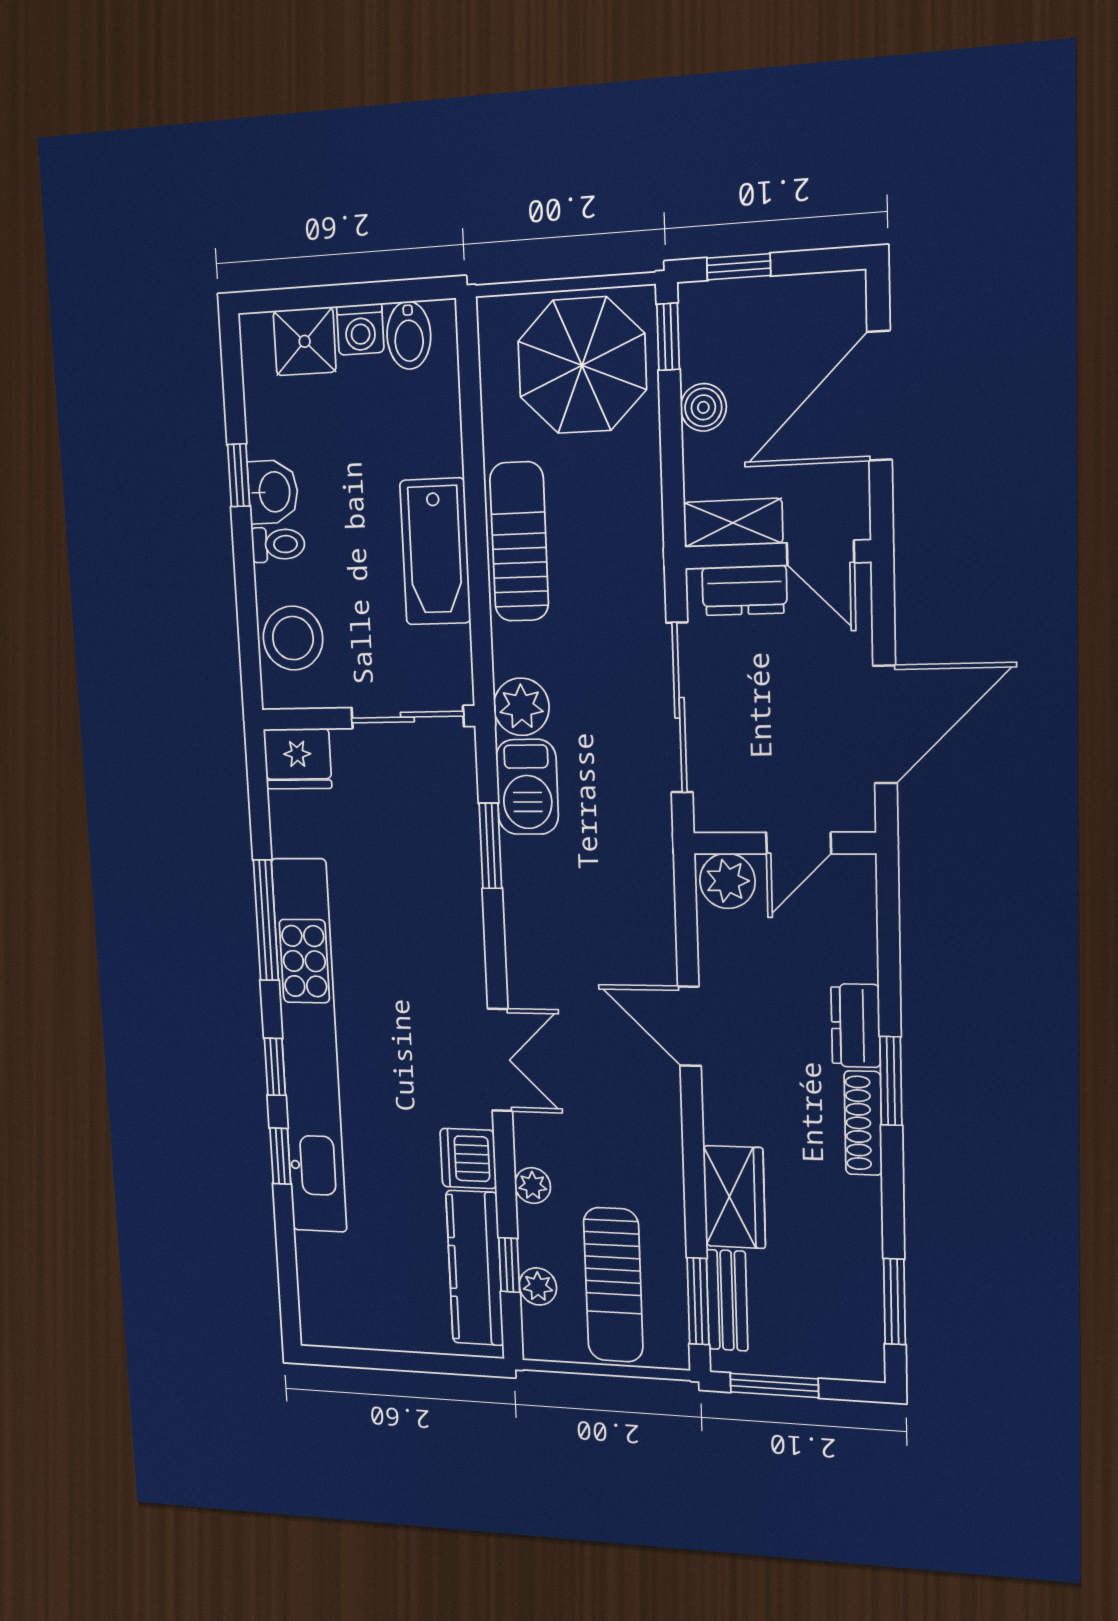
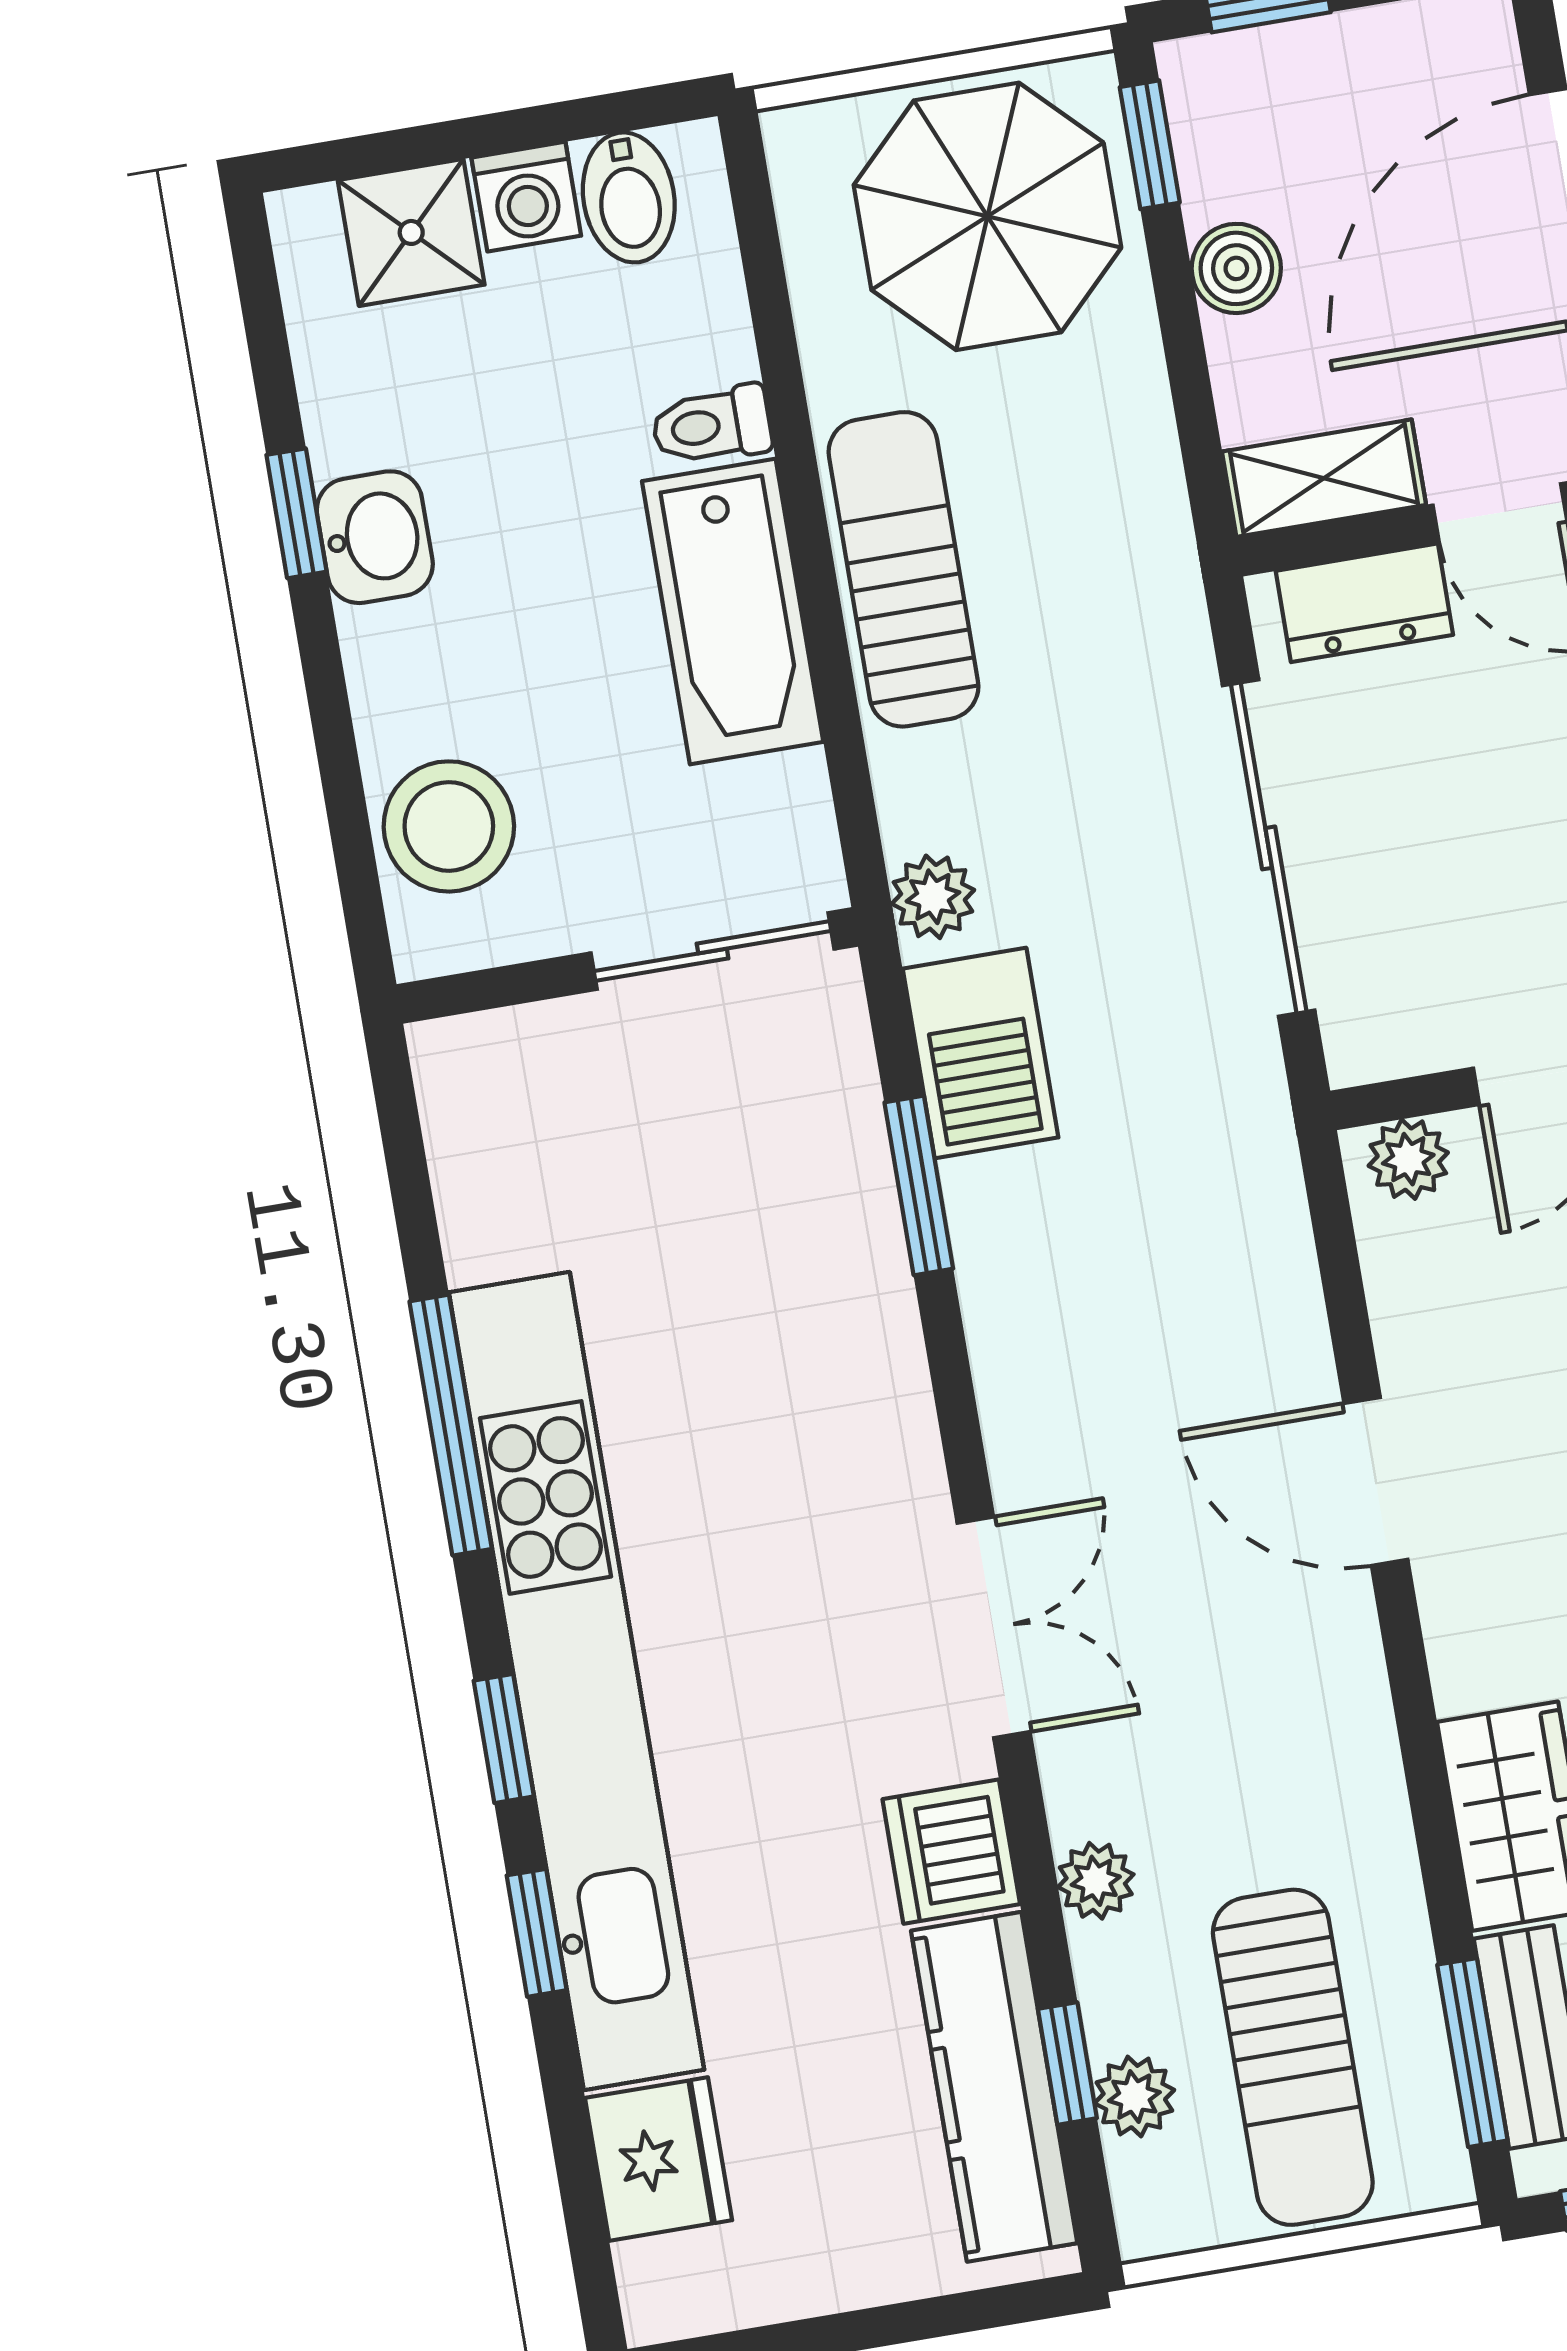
toilet: (278, 544) -> (712, 425), moved, turned 180
plant: (521, 707) -> (933, 897), width x0.73, depth x0.73
fridge: (297, 759) -> (659, 2159), moved, turned -90
plant: (727, 881) -> (1408, 1159), width x0.73, depth x0.73

